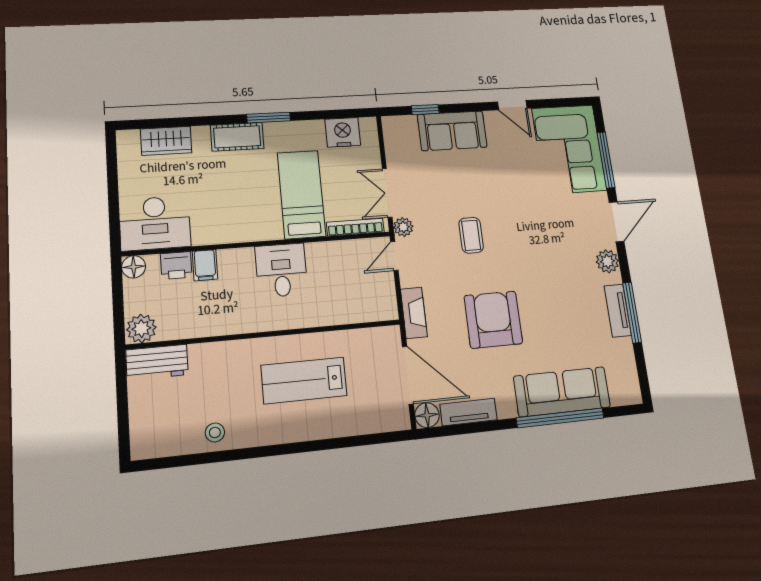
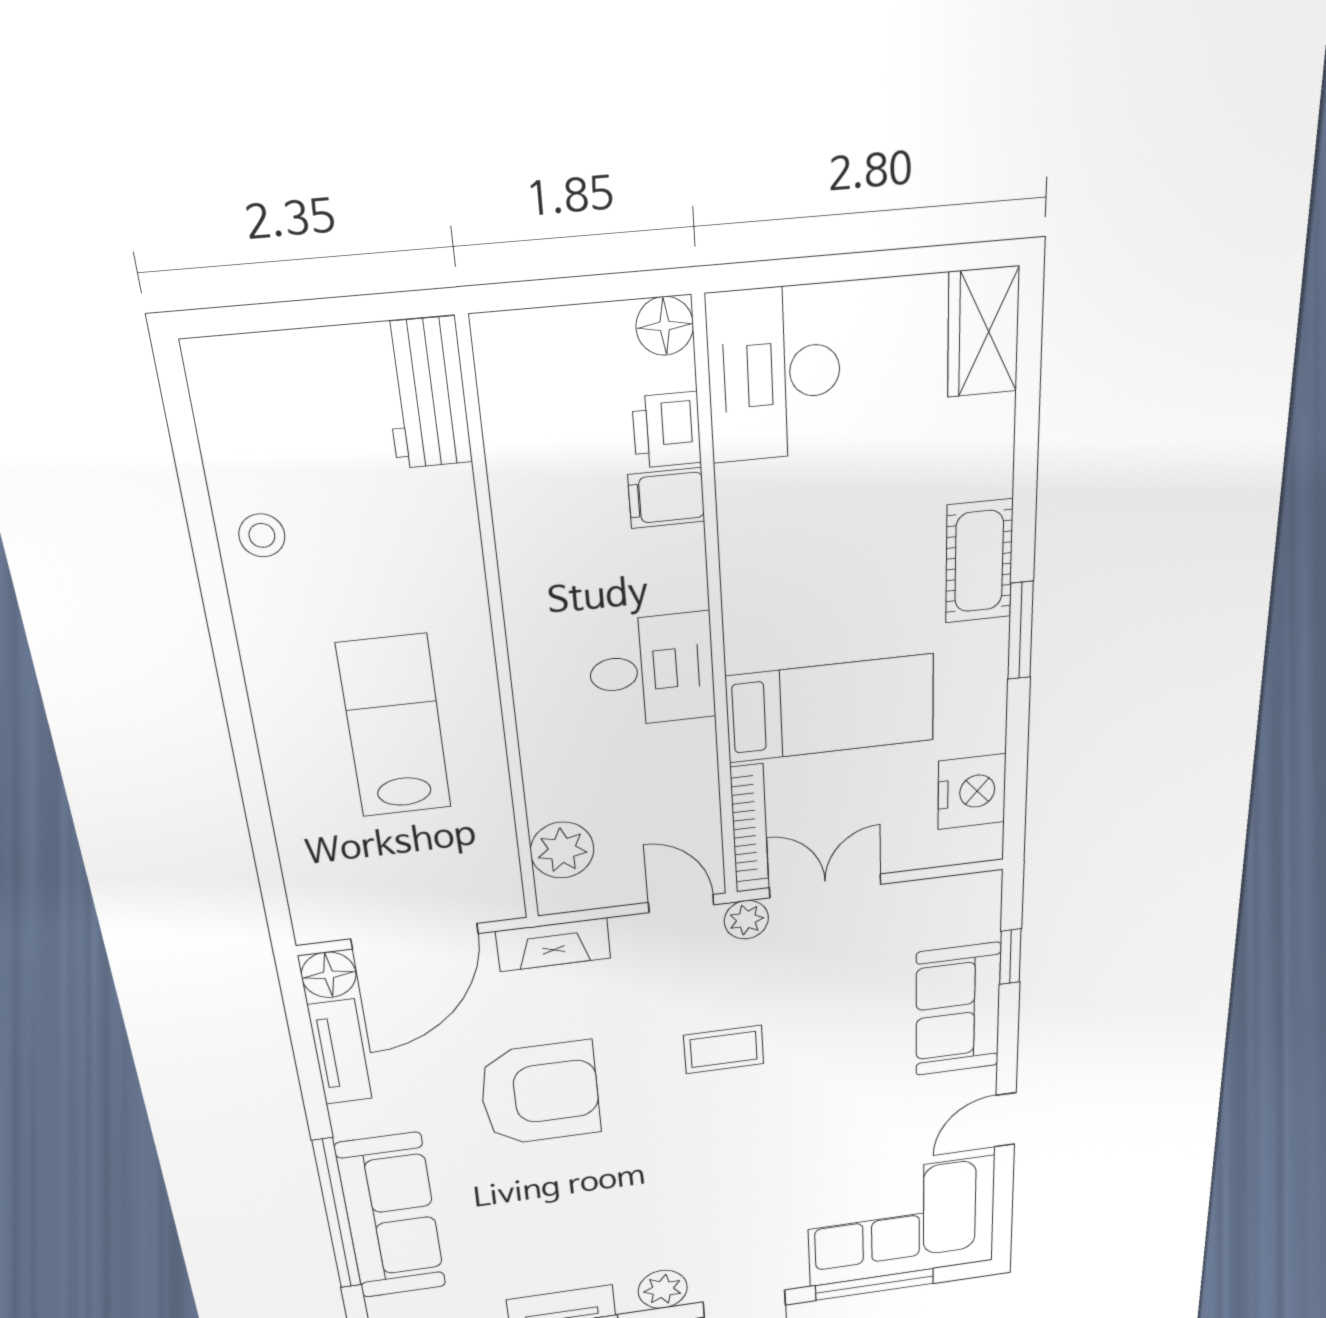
wardrobe: (166, 141) -> (983, 332), moved
plant: (141, 329) -> (562, 850), moved

